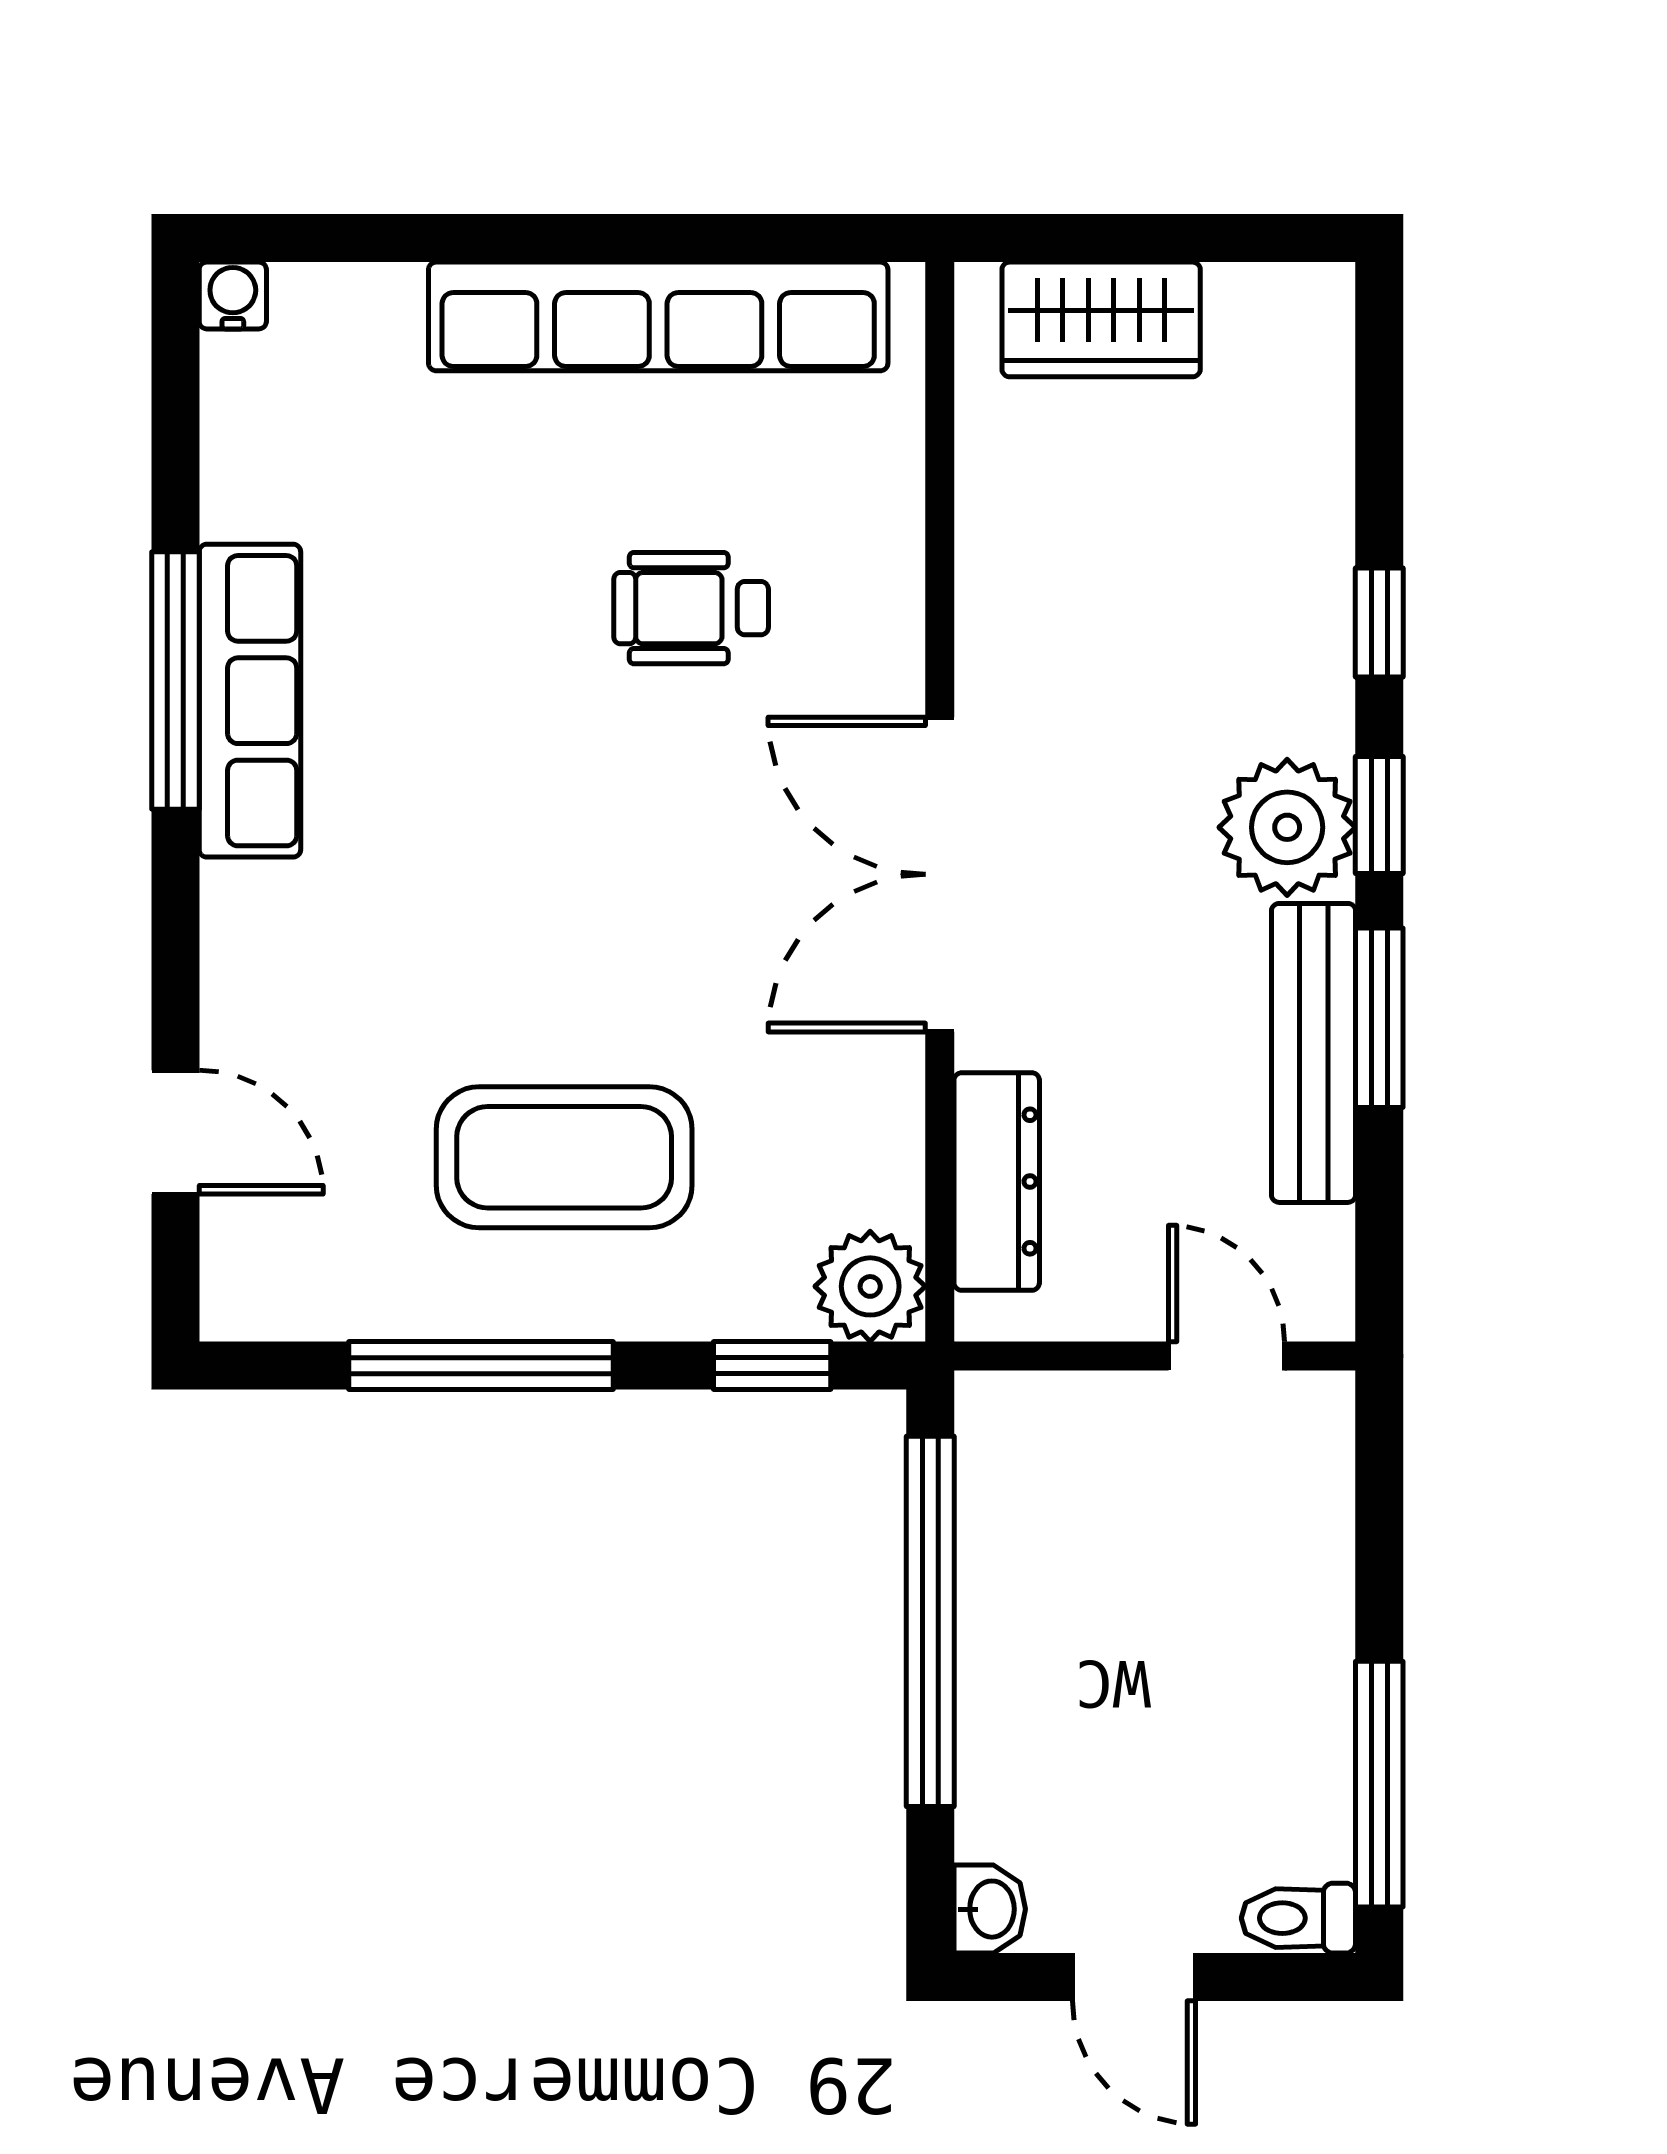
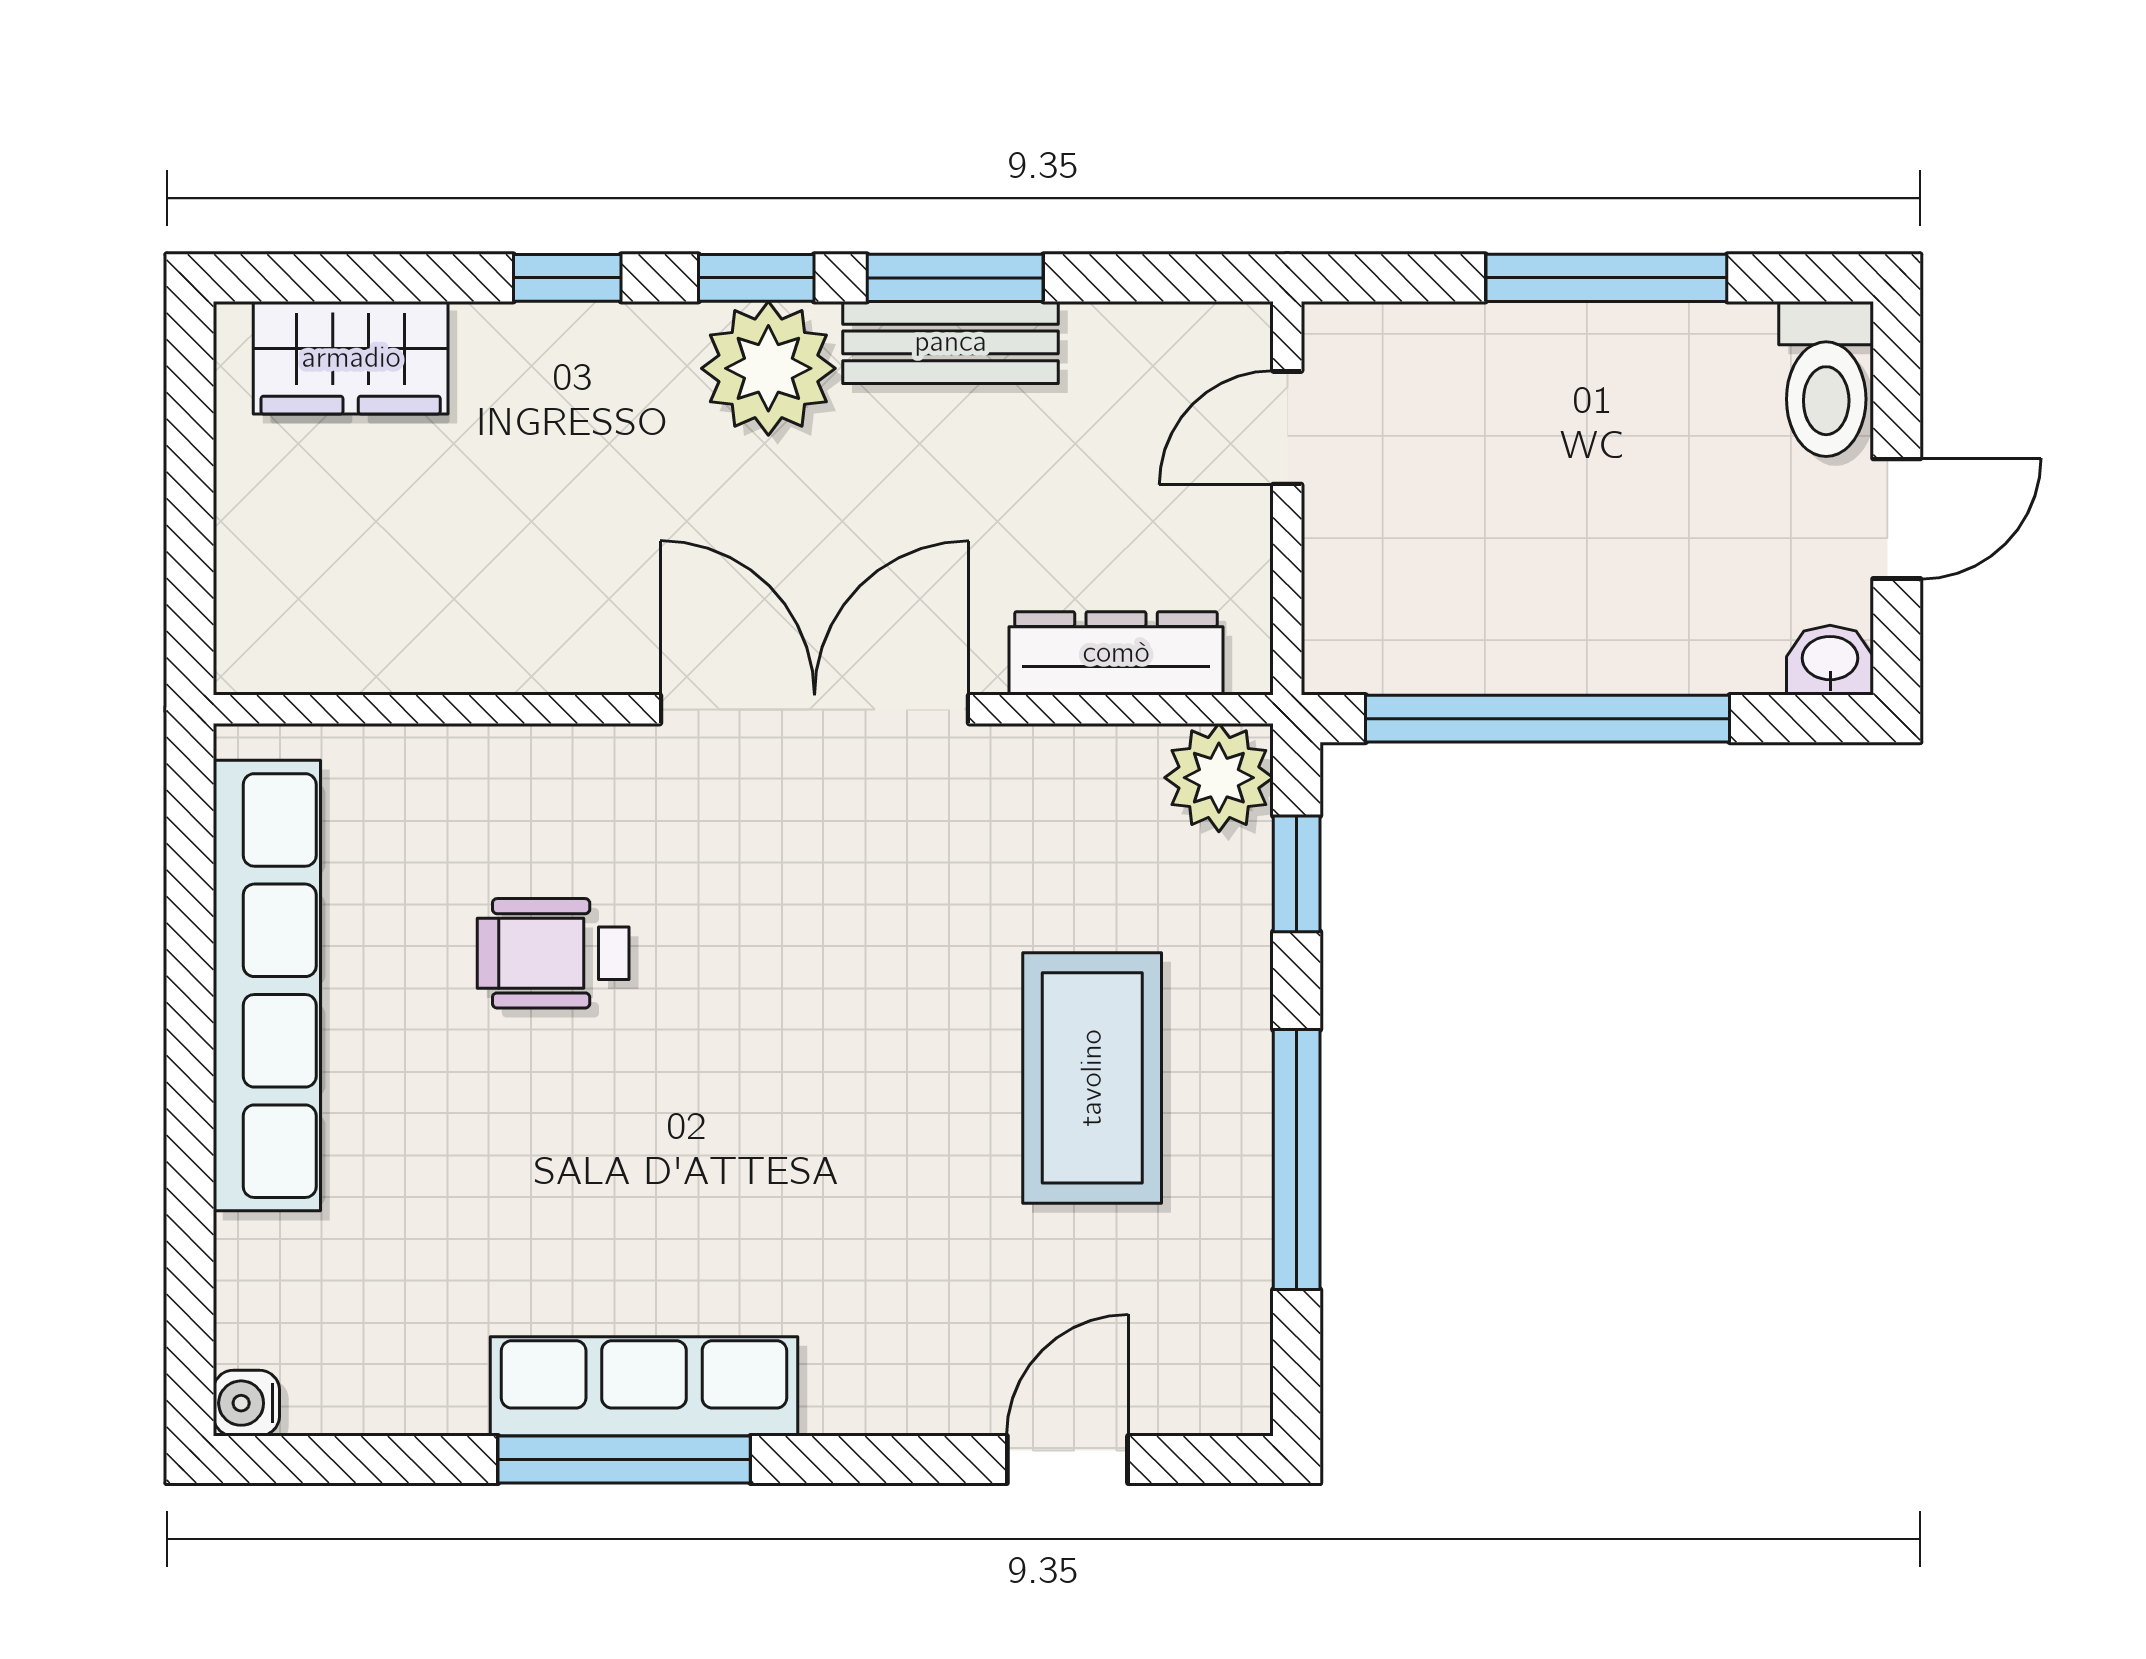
wardrobe: (1101, 319) -> (351, 358), moved, turned 90
wheelchair: (691, 608) -> (553, 953), turned 90
double door: (940, 874) -> (815, 709), swing flipped
bench: (1314, 1053) -> (951, 342), width x0.73
window: (1379, 1784) -> (1606, 278), moved
toilet: (1298, 1918) -> (1826, 379), width x1.37, depth x1.39

